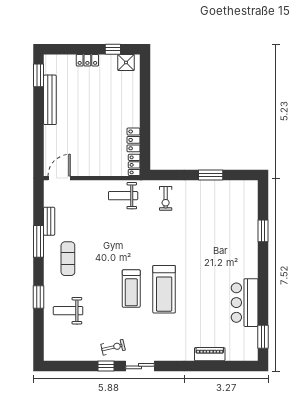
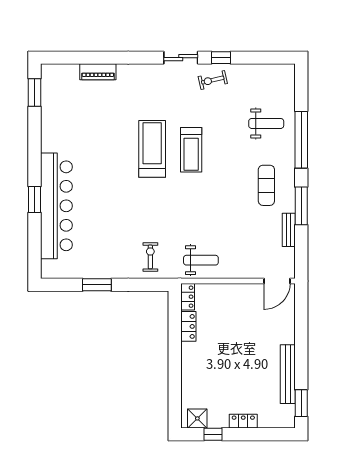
window: (263, 231) -> (34, 199), moved
treadmill: (131, 289) -> (191, 150), turned 180
window: (39, 297) -> (301, 140), width x2.11
bar counter: (245, 303) -> (56, 206), moved, width x1.86

